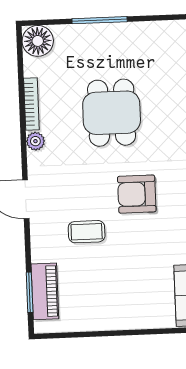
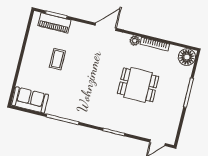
armchair: (137, 194) -> (92, 86), removed
coffee table: (87, 232) -> (57, 59), moved

